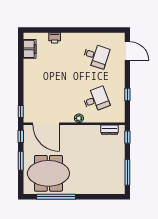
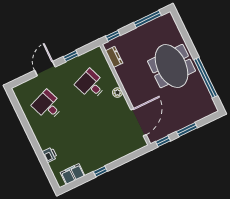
door: (127, 51) -> (45, 69), moved
desk: (96, 56) -> (48, 105), turned -39
window: (21, 112) -> (100, 171), moved
meeting table: (48, 173) -> (172, 66), moved

